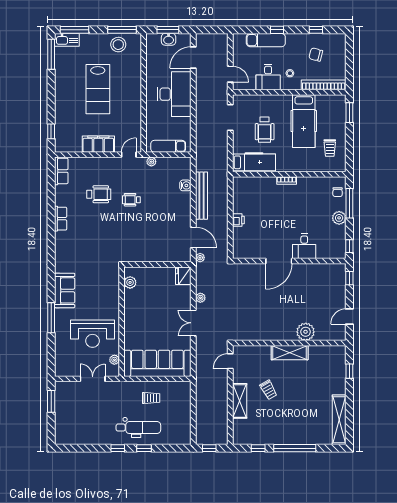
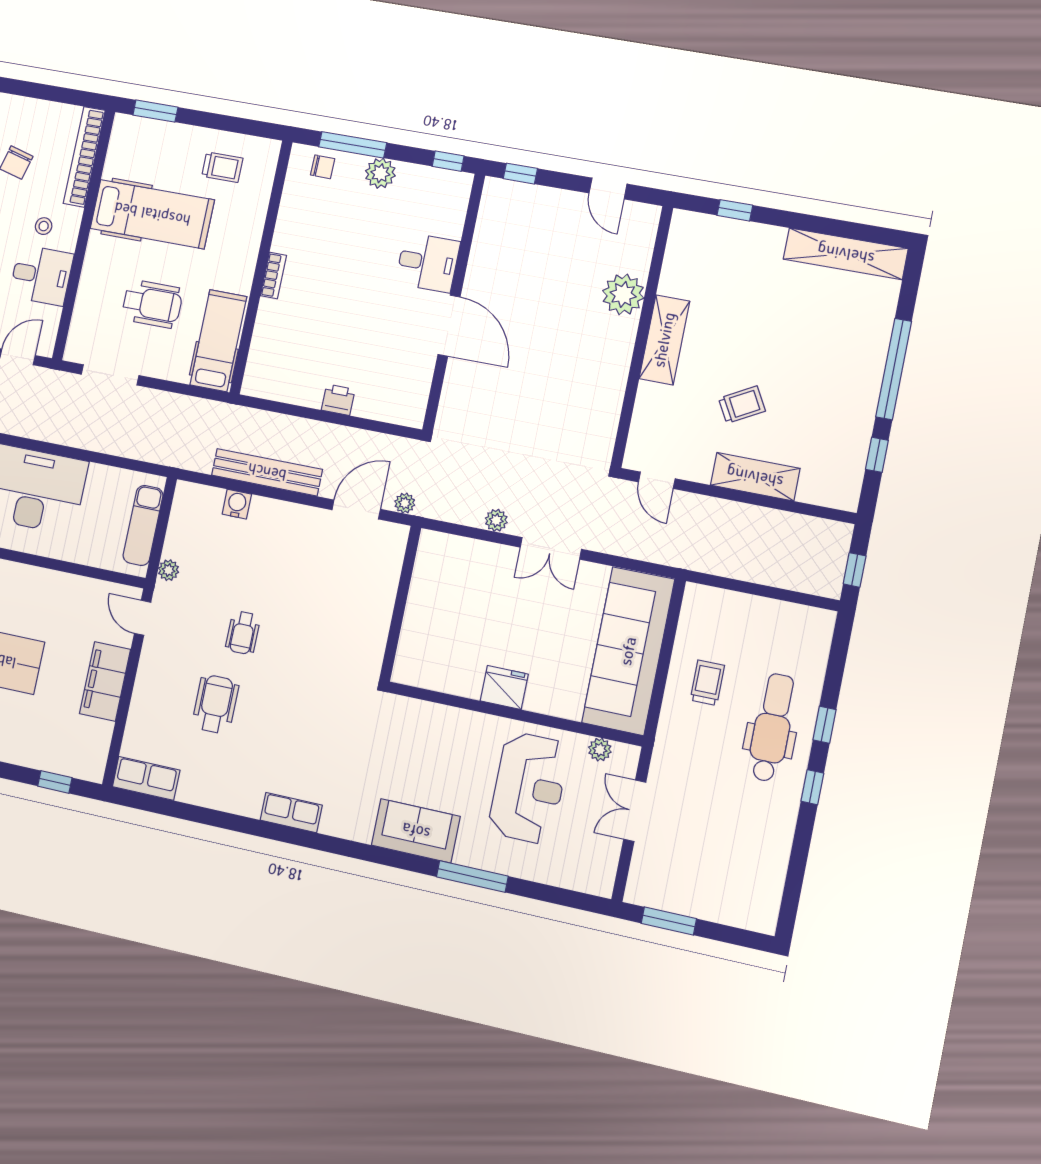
row of seats: (61, 219) -> (291, 813), moved
fridge: (183, 276) -> (504, 688), moved, turned 180
plant: (130, 282) -> (428, 675), removed

